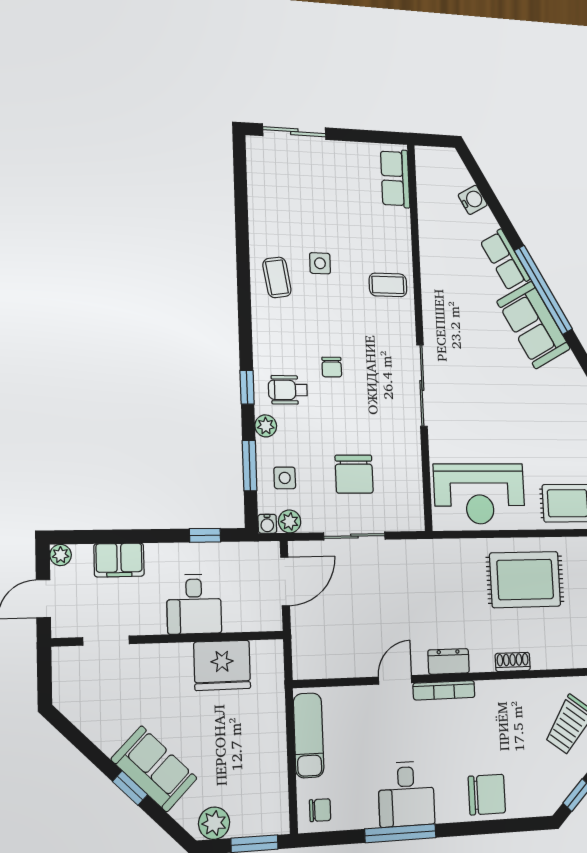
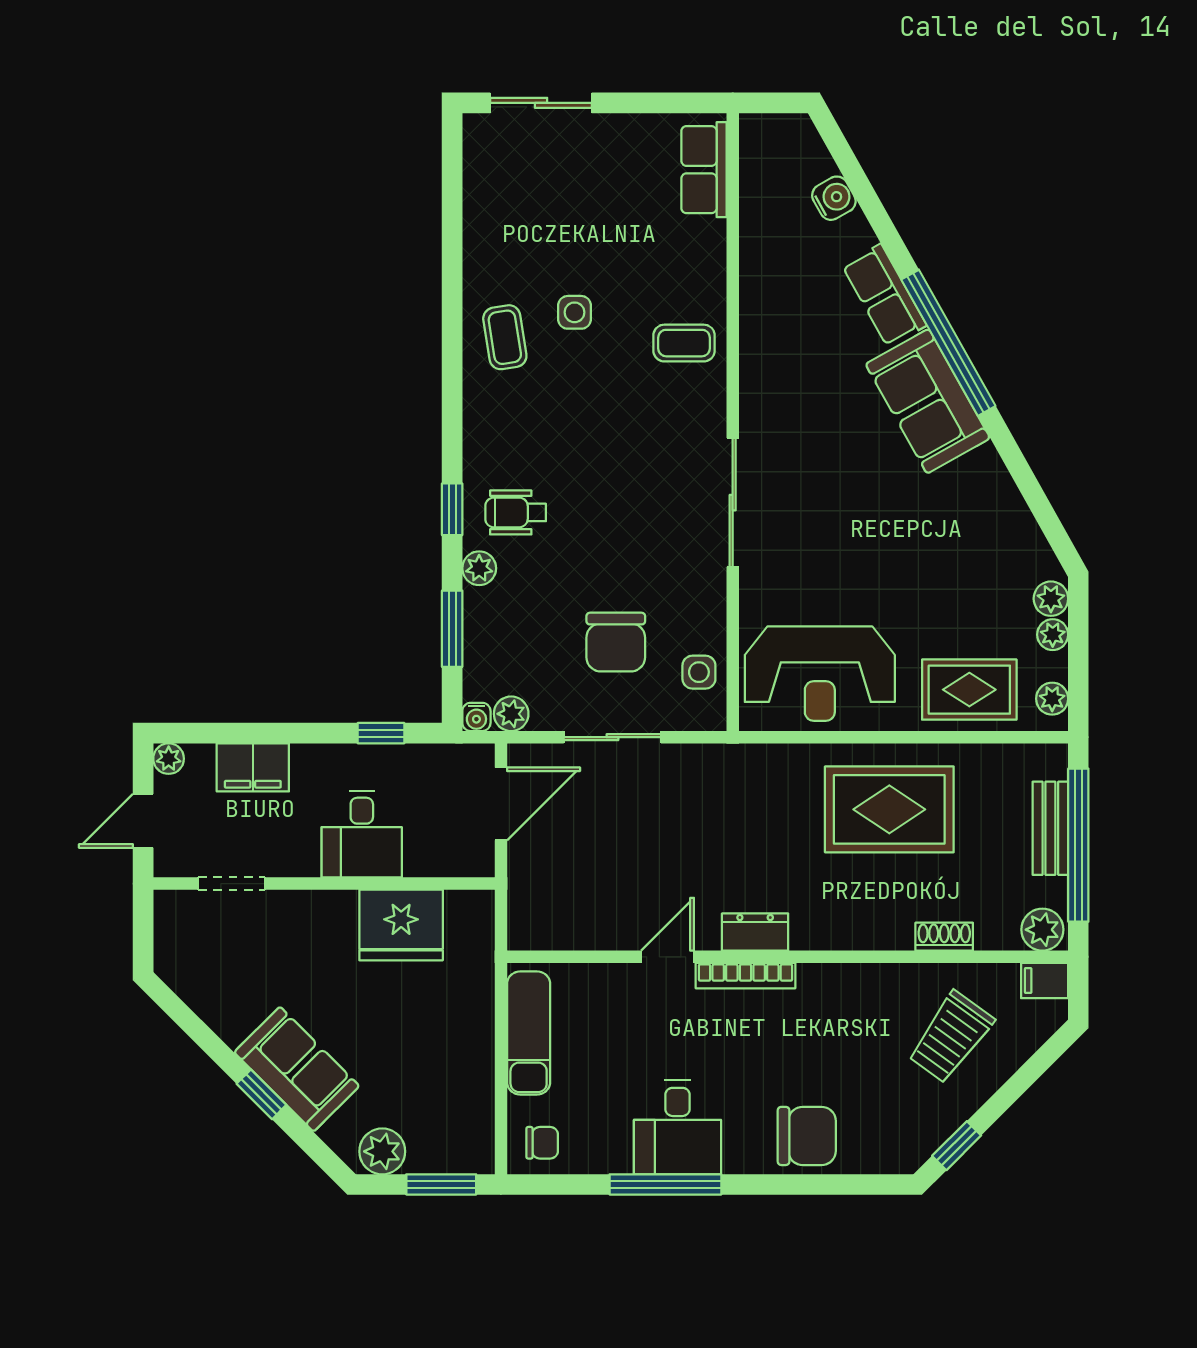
chair: (332, 367) -> (587, 476), removed
side table: (285, 478) -> (699, 672), moved
shoe rack: (513, 662) -> (944, 937), moved

